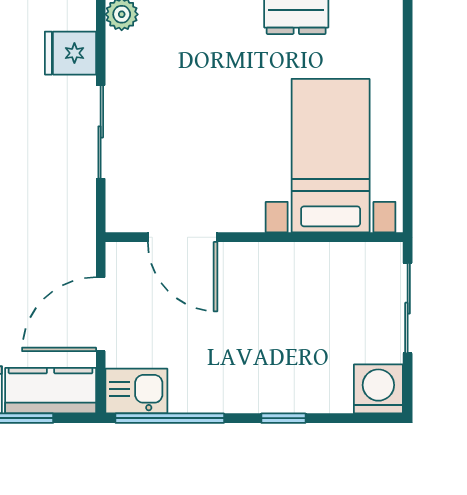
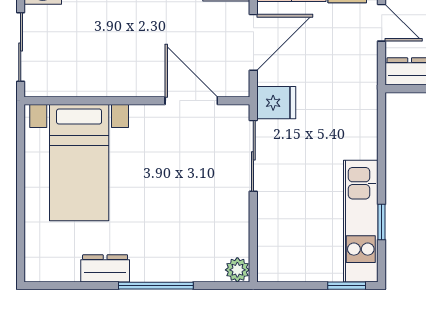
fridge: (70, 53) -> (276, 103), moved
sliding door: (101, 132) -> (253, 156), moved

